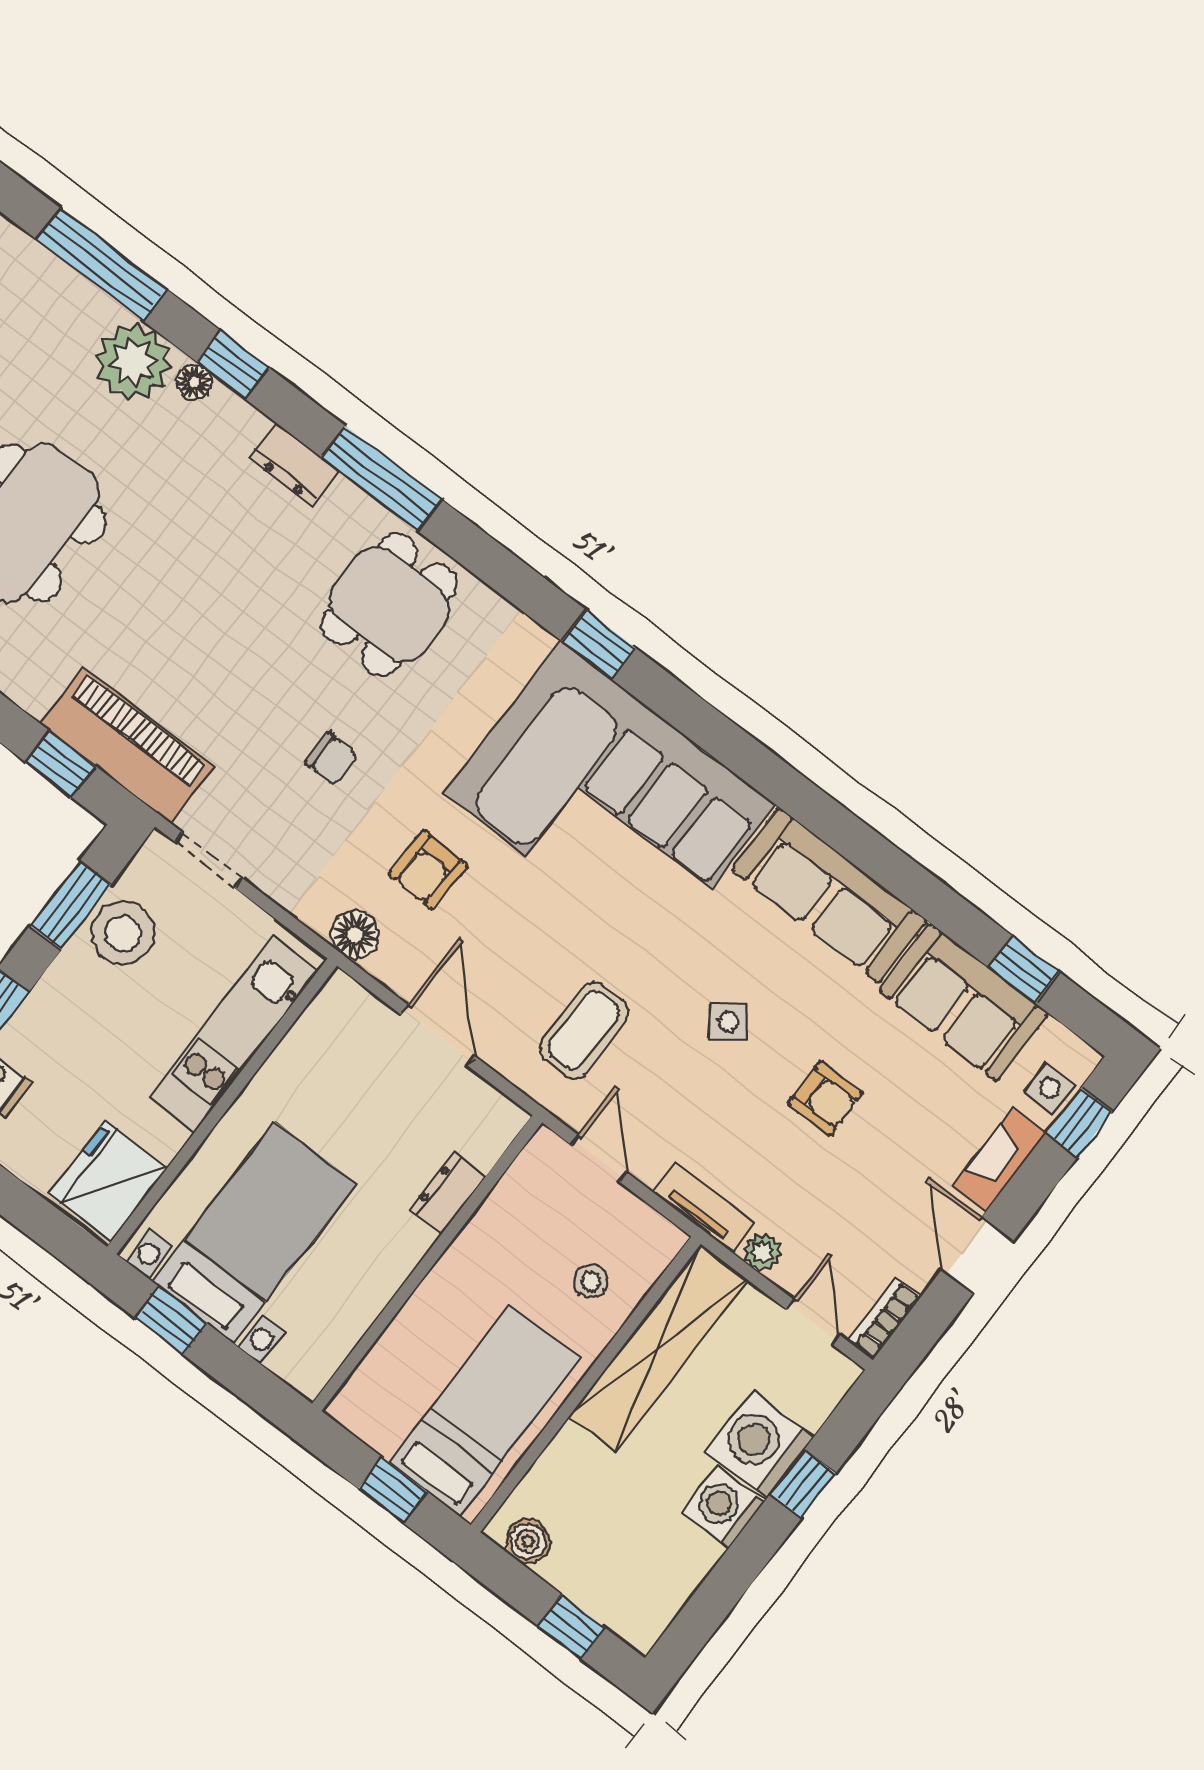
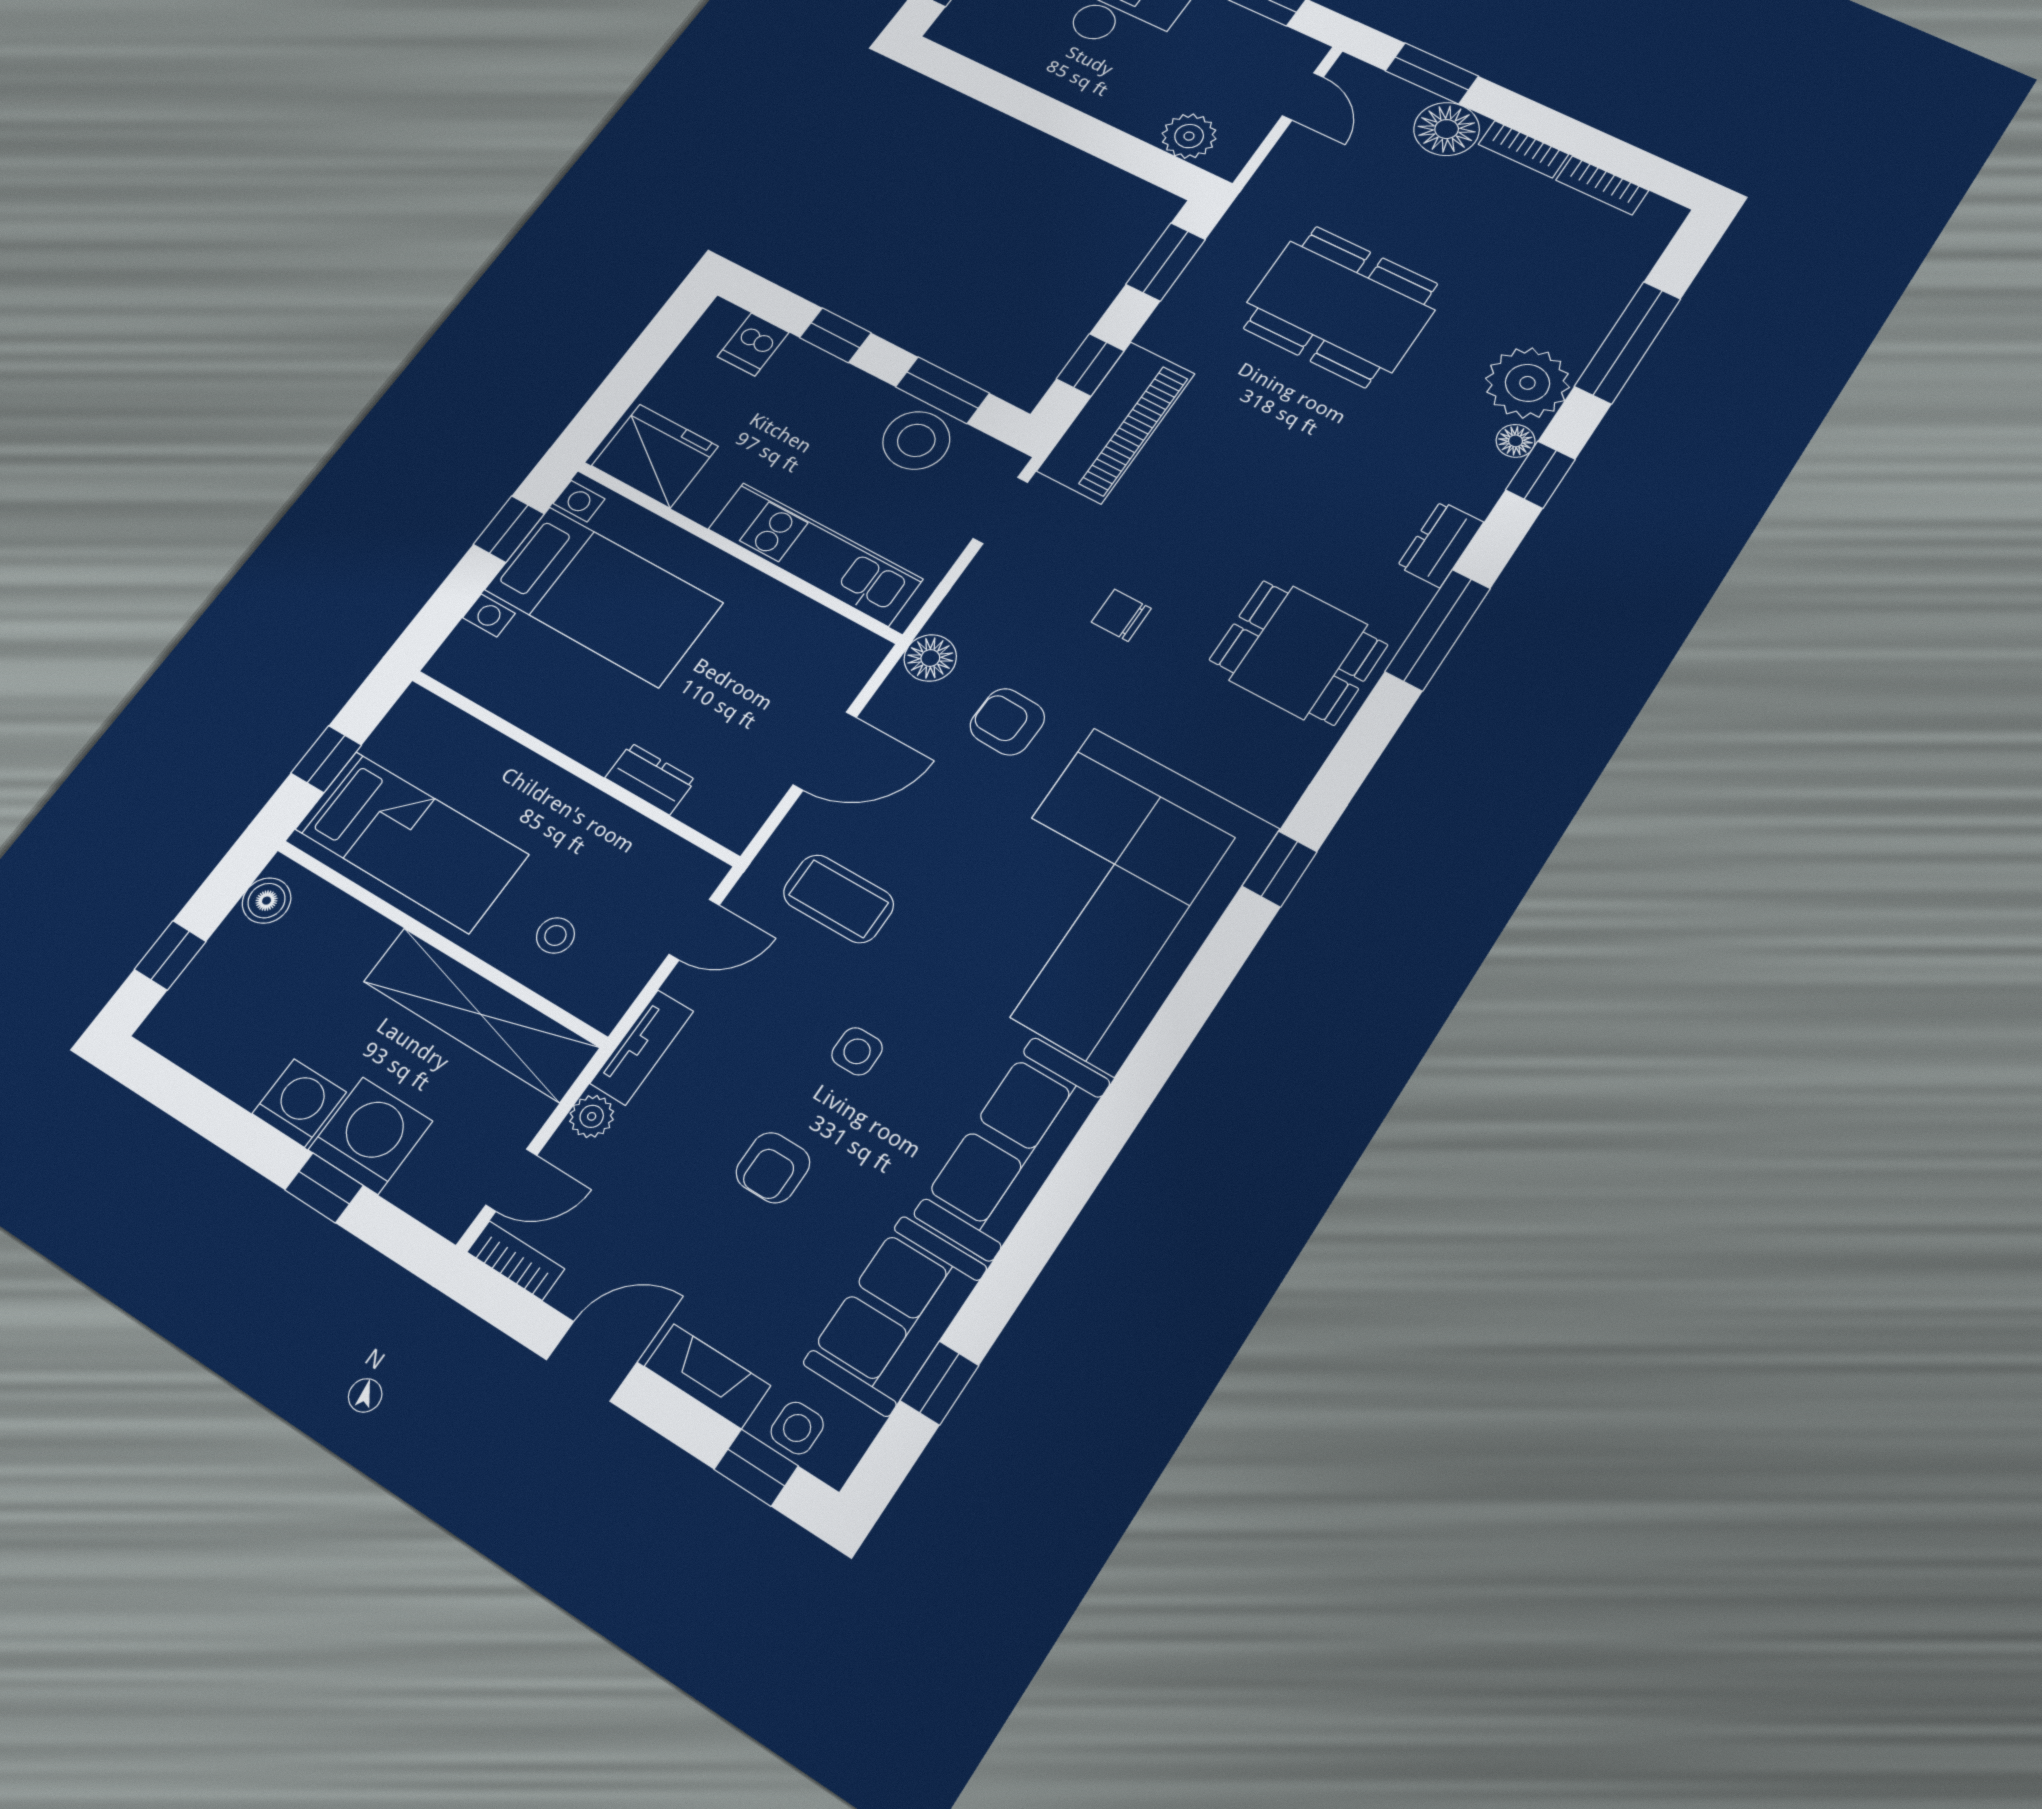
chair: (332, 759) -> (1121, 615), turned 90
side table: (728, 1022) -> (857, 1051), turned 36

